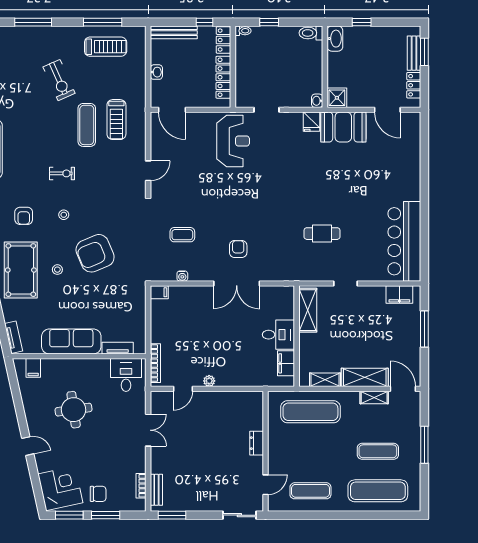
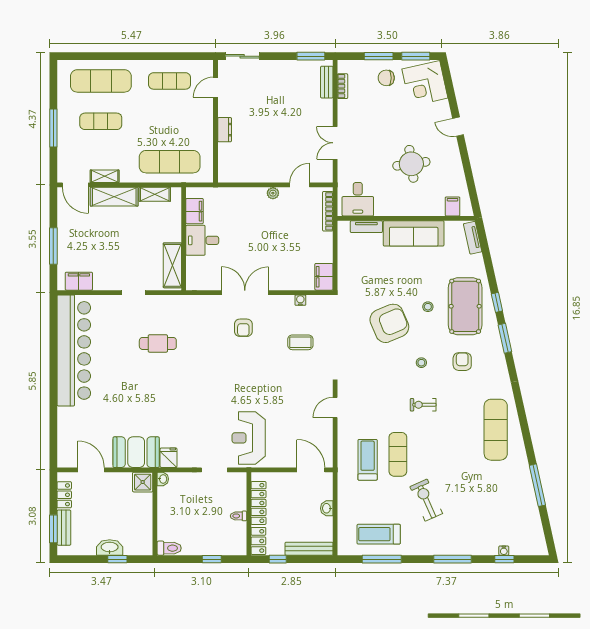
toilet: (243, 31) -> (238, 516), moved
washbasin: (335, 39) -> (110, 547), moved, turned 90
bar counter: (404, 241) -> (74, 350), width x1.36
filing cabinet: (159, 292) -> (324, 277), width x2.00

